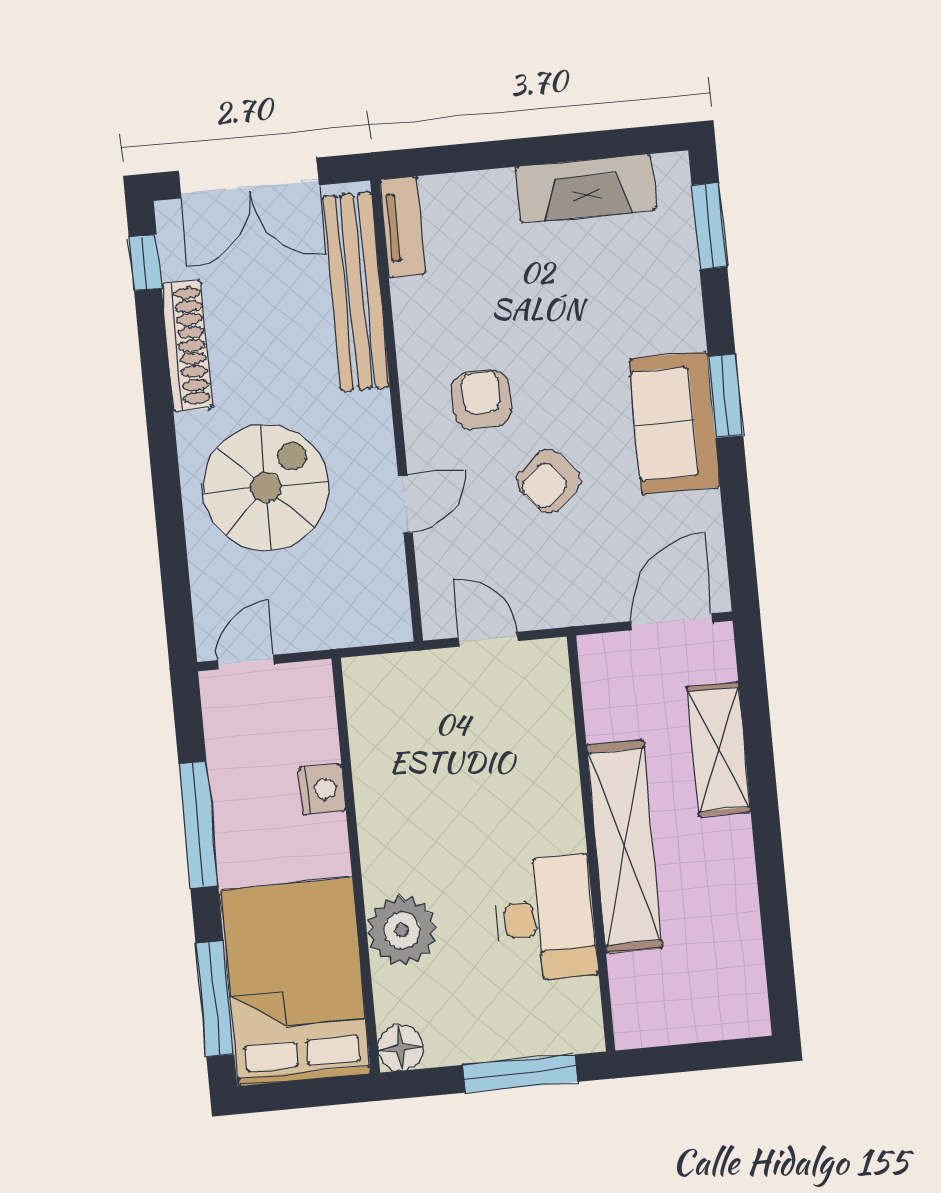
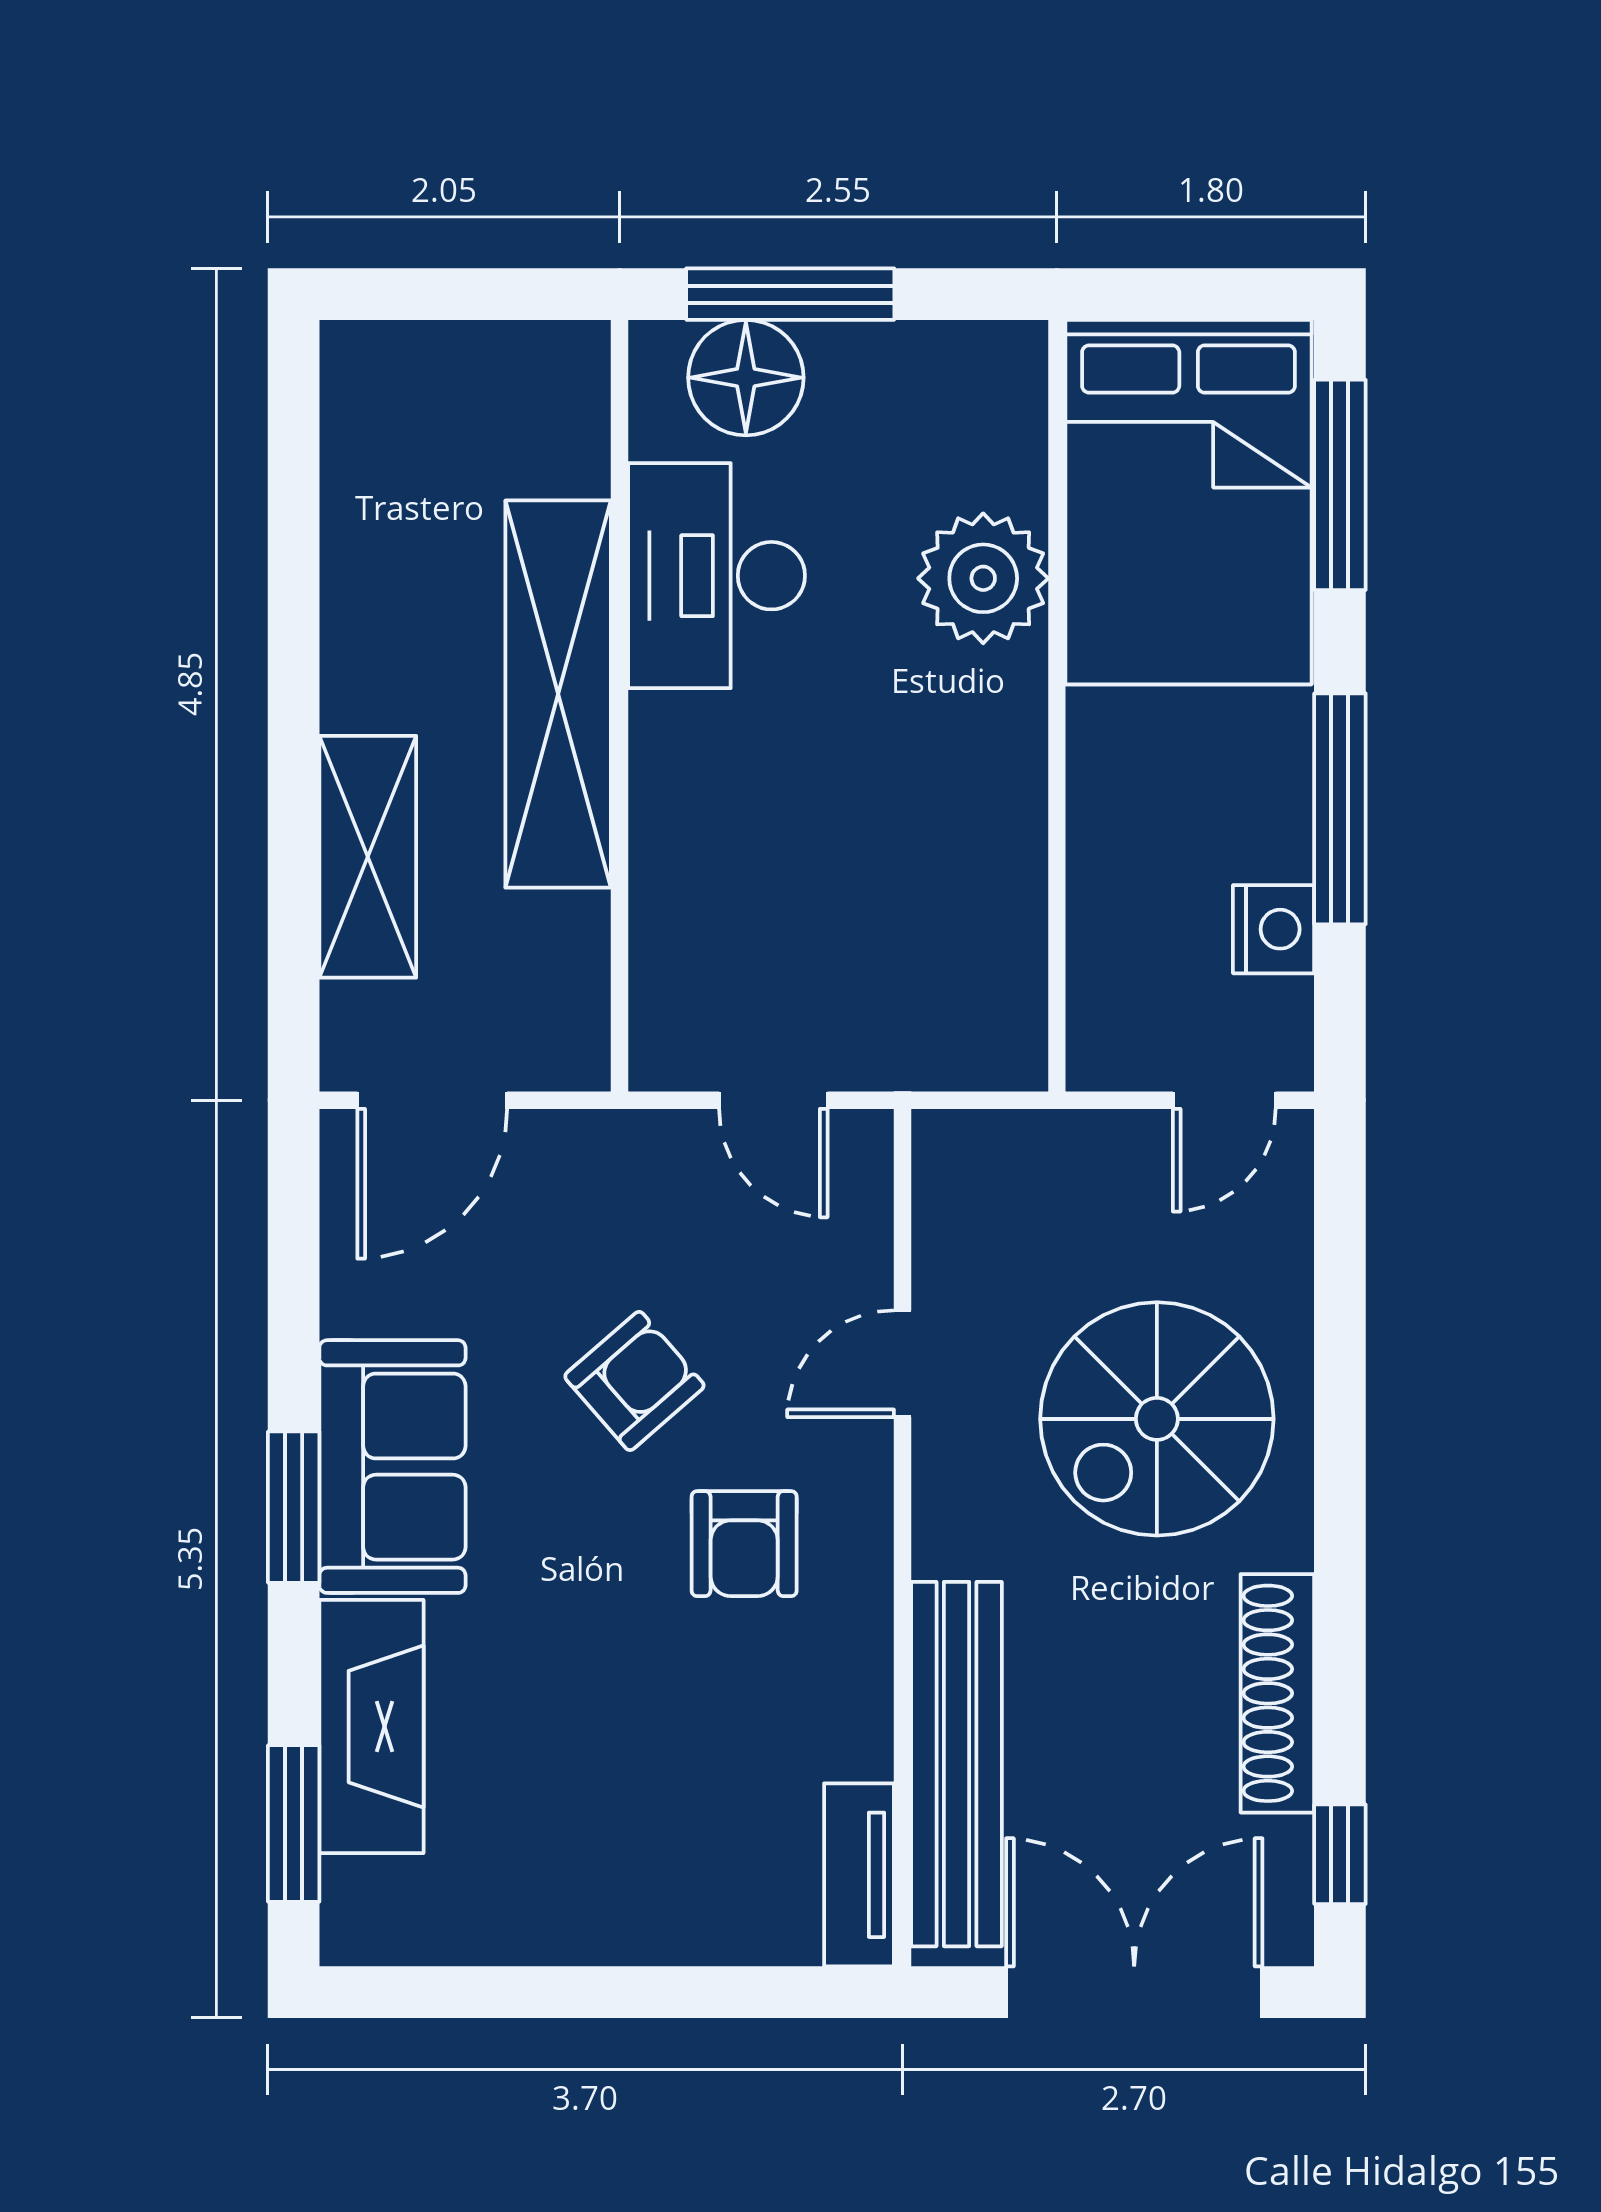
fireplace: (586, 188) -> (372, 1727), moved, turned 90
nightstand: (322, 789) -> (1274, 929), moved, turned 180
floor lamp: (401, 1048) -> (746, 378), moved, width x1.38, depth x1.38

